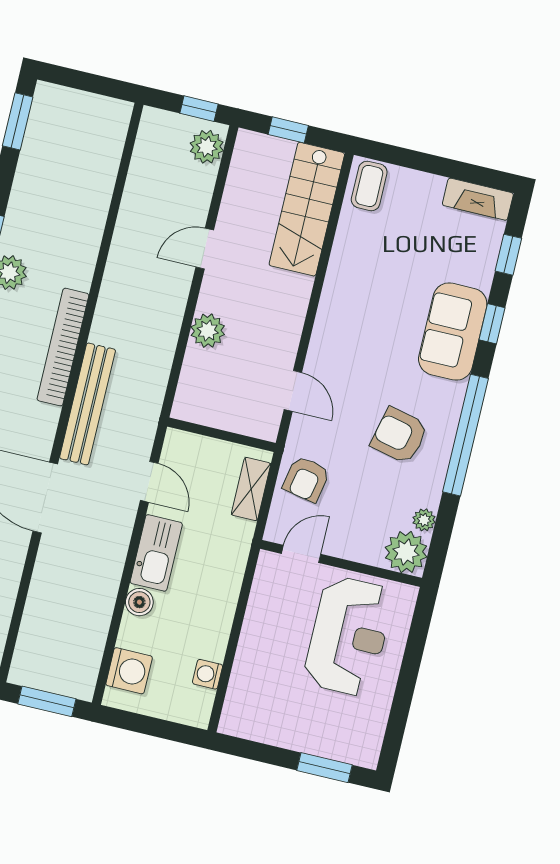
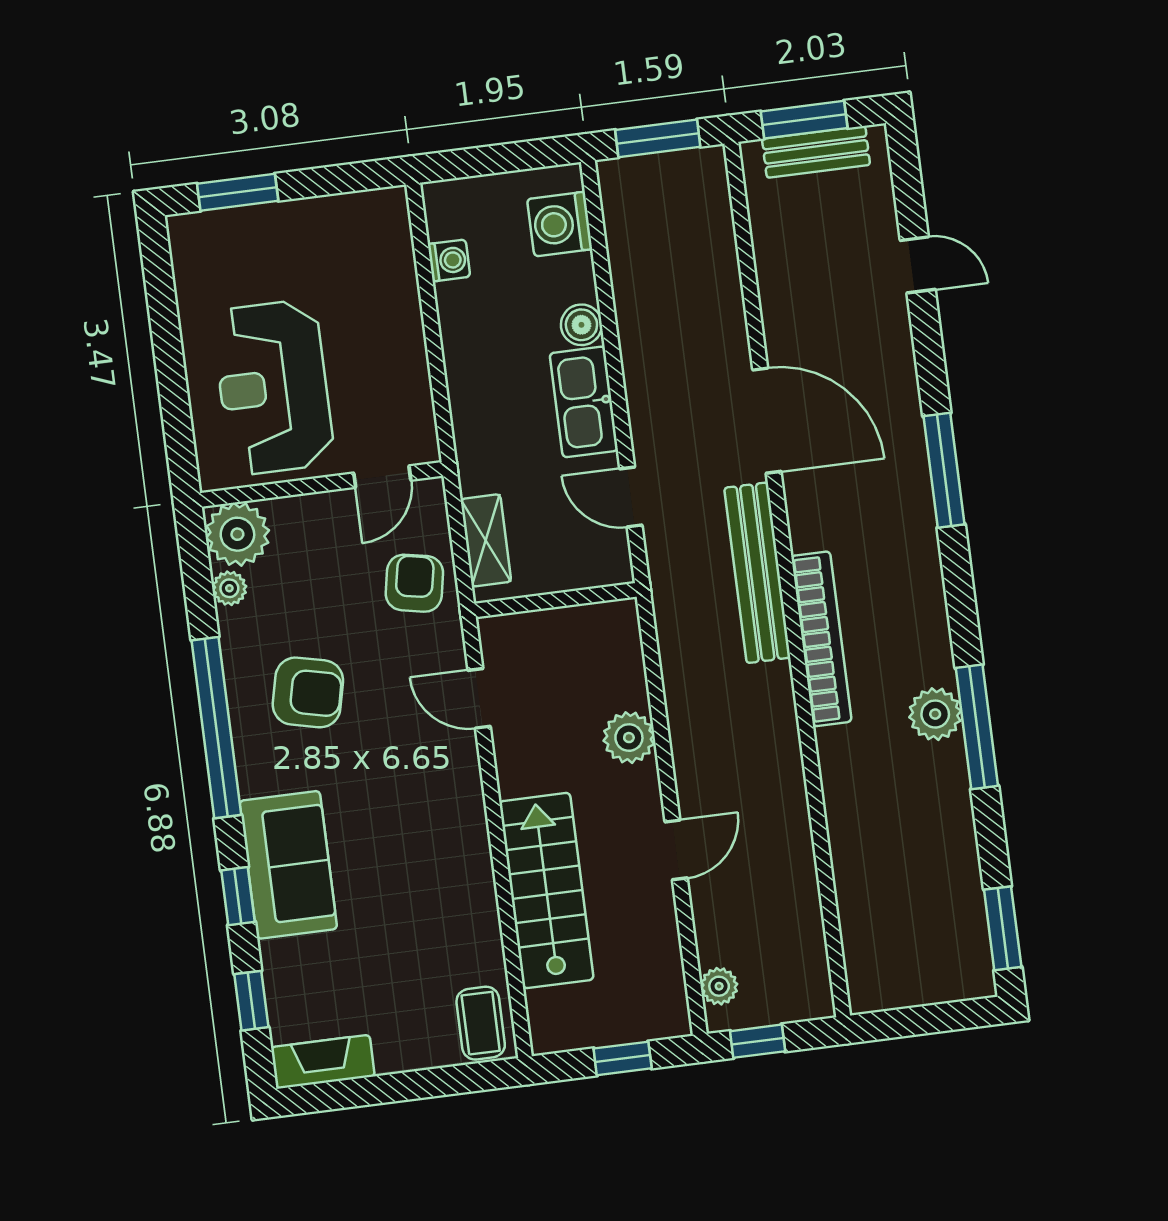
plant: (207, 147) -> (719, 986), width x0.73, depth x0.73
stairs: (307, 209) -> (546, 891), moved

